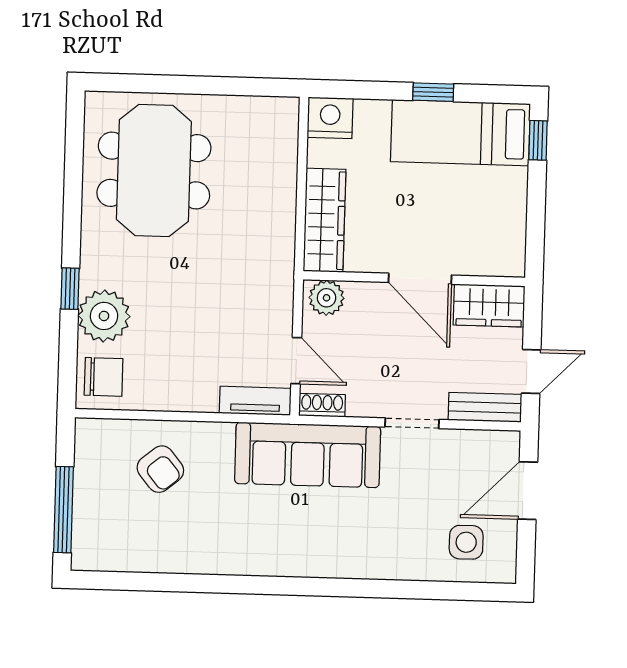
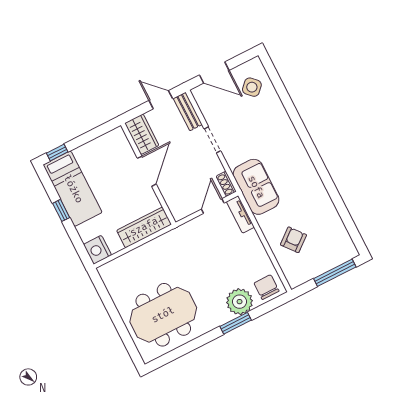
window: (70, 289) -> (236, 323), width x1.50
plant: (327, 298) -> (178, 208), removed
sofa: (308, 455) -> (256, 187), width x0.73
side table: (466, 542) -> (252, 87), turned 45

